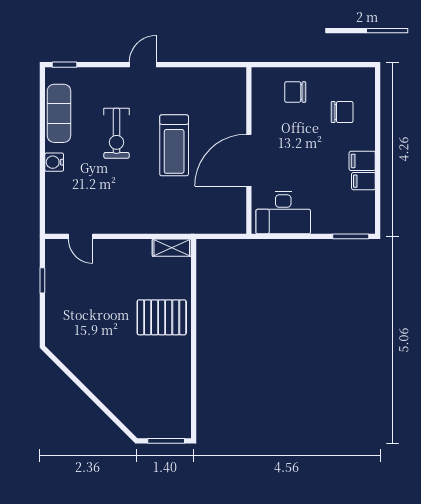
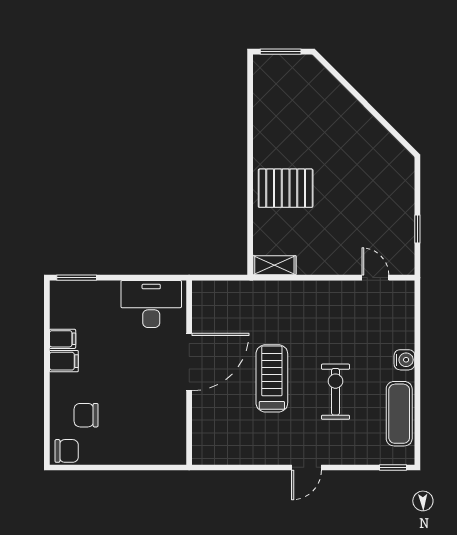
chair: (295, 92) -> (67, 451), moved

